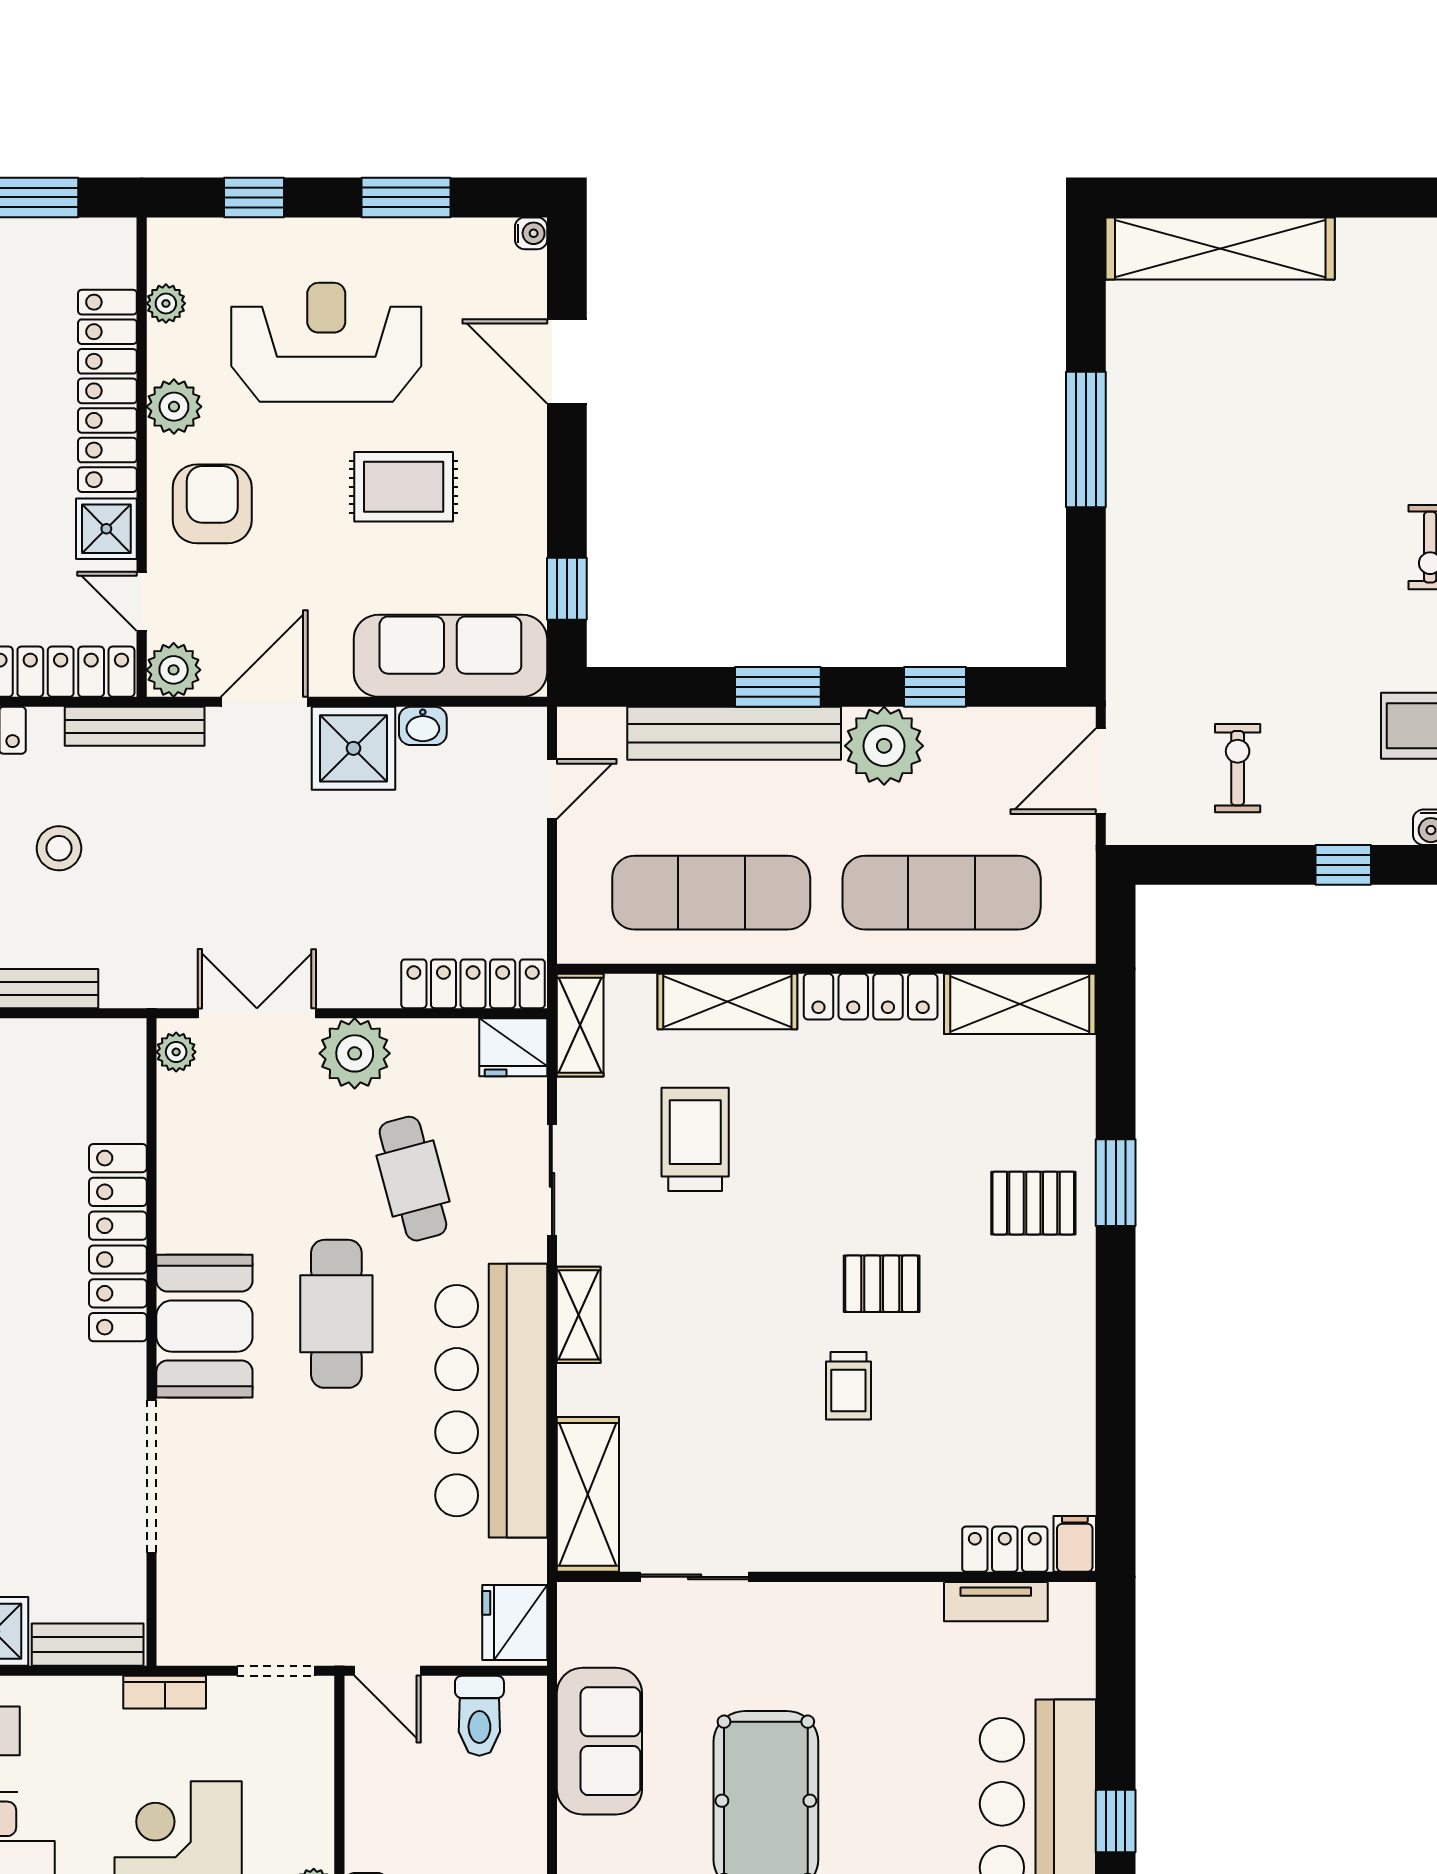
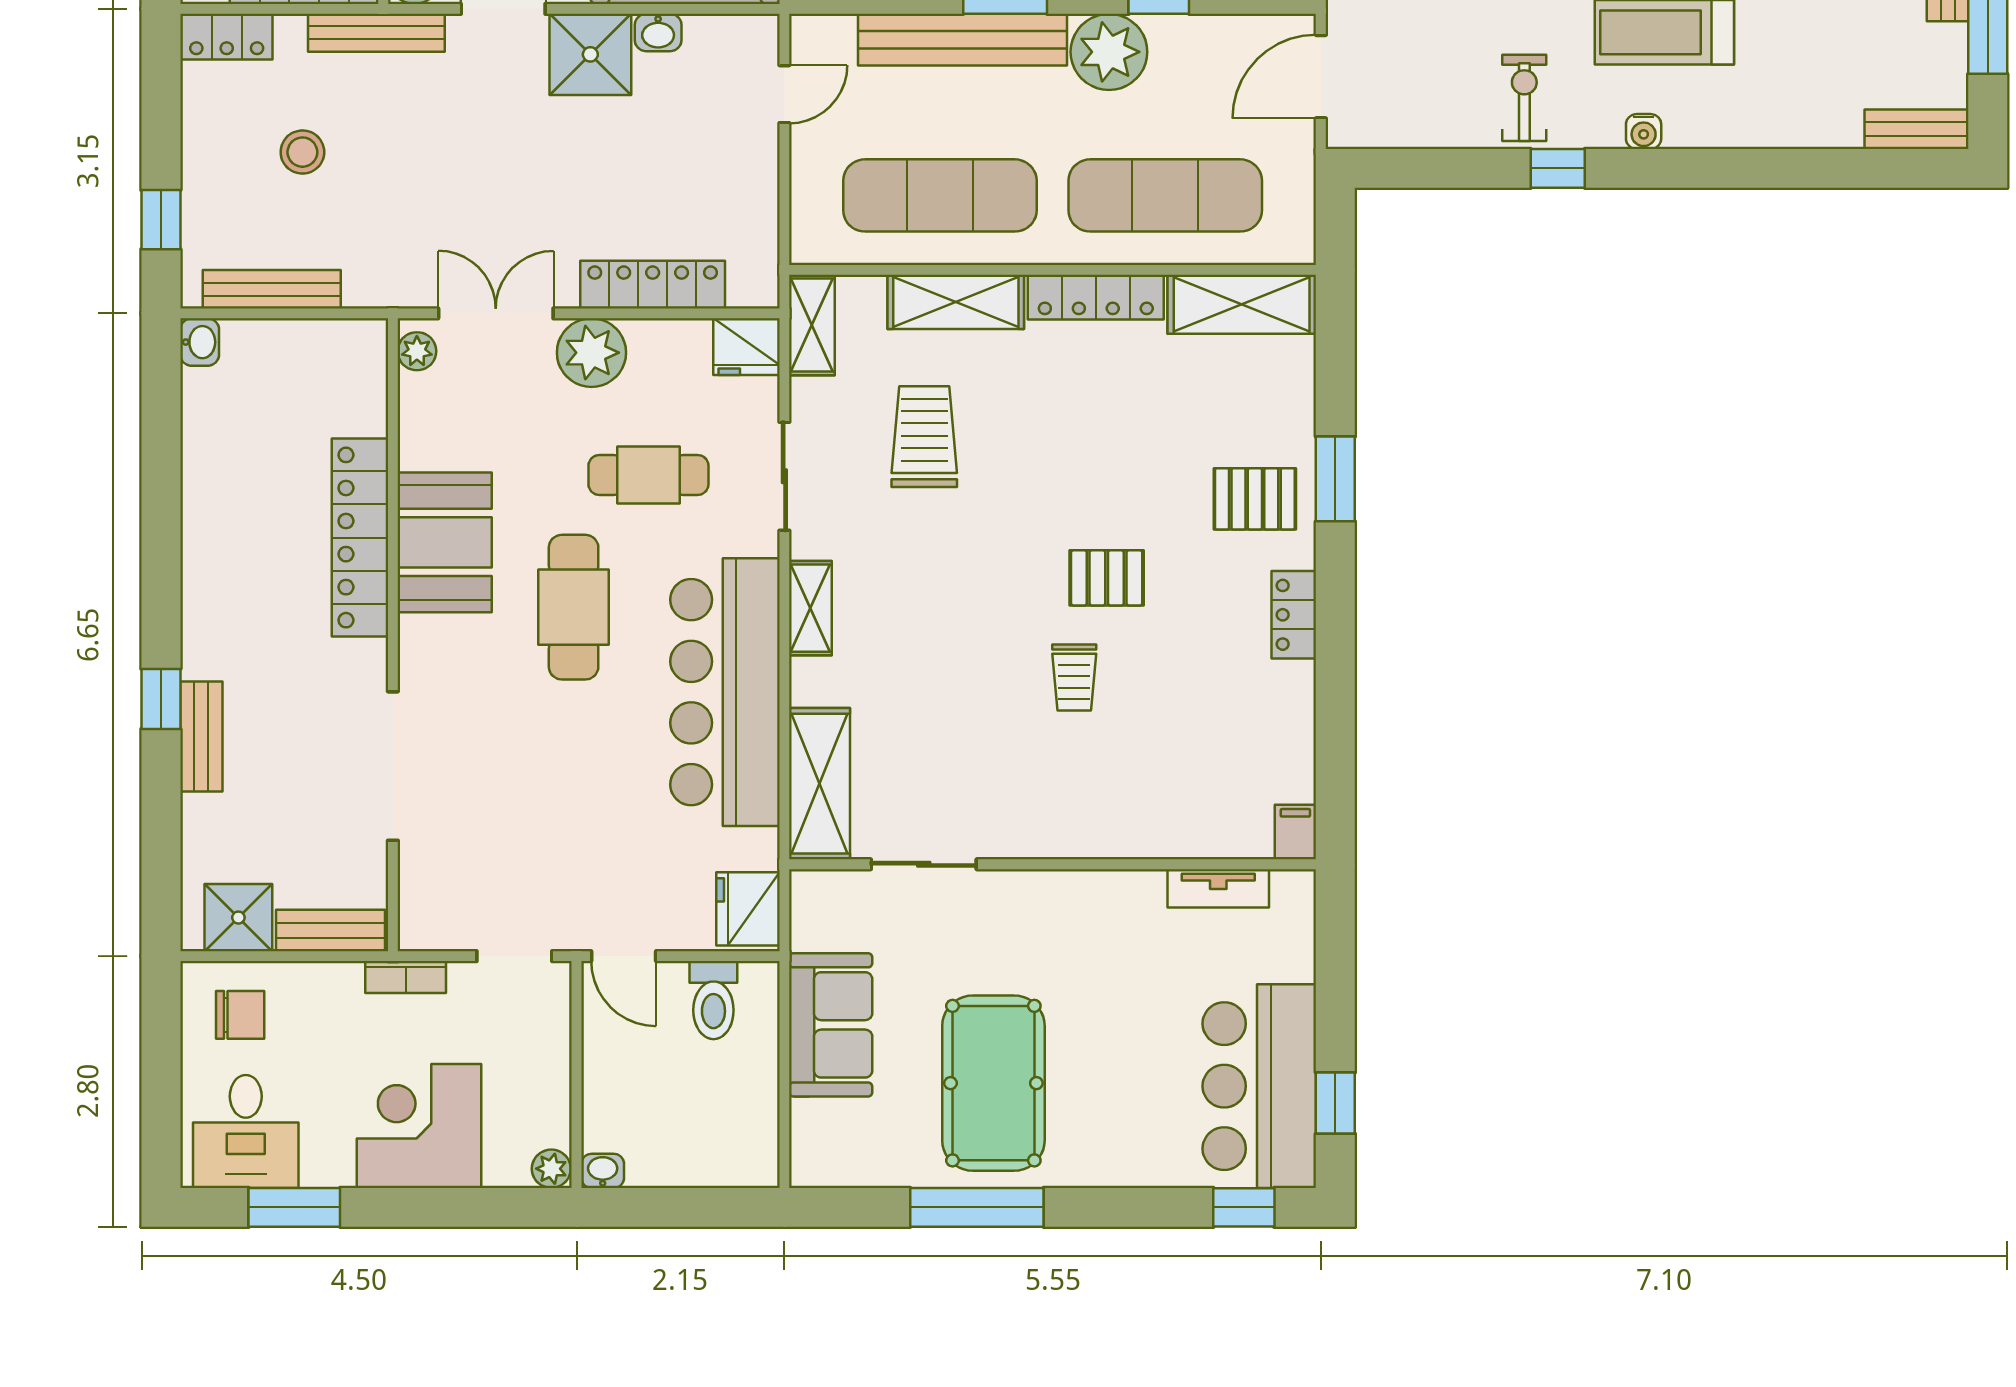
exercise bike: (1238, 768) -> (1524, 98), moved
locker: (473, 984) -> (653, 285), moved
cafe table: (413, 1179) -> (648, 475), turned -75
booth: (204, 1326) -> (445, 542), moved
locker: (1005, 1549) -> (1294, 615), moved, turned -90

